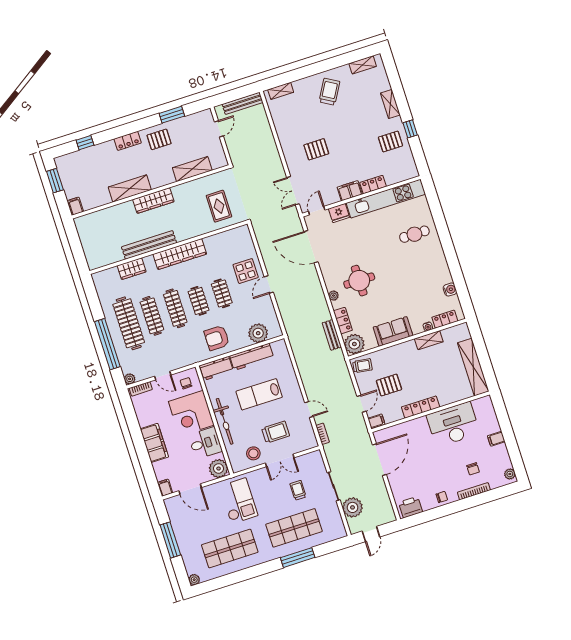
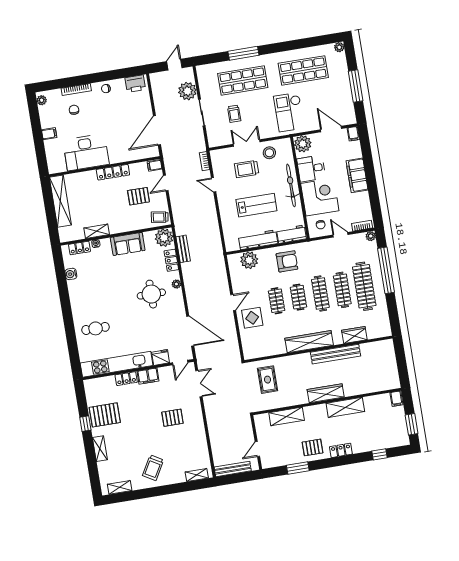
pallet: (390, 142) -> (105, 415), width x1.50, depth x1.42

